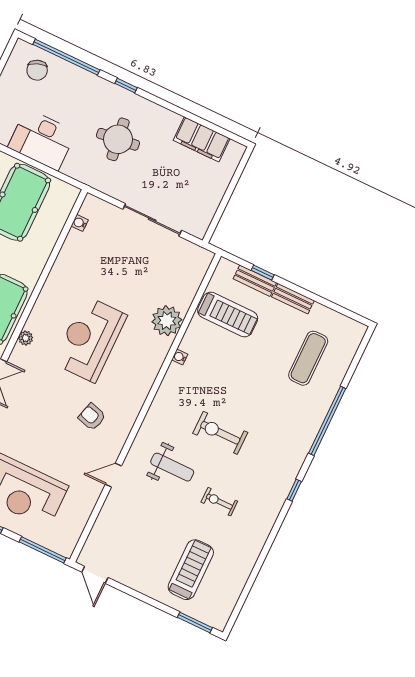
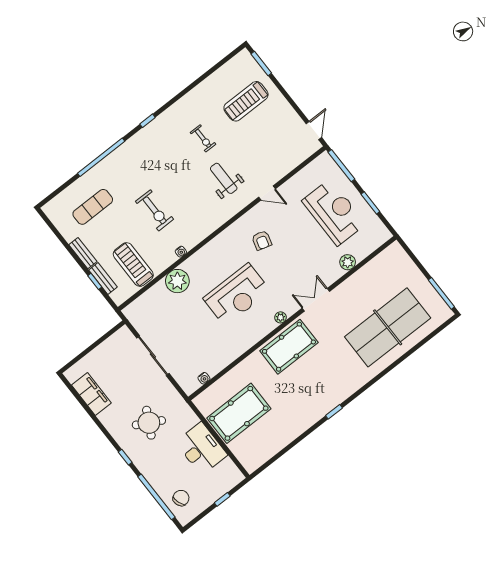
round table: (118, 139) -> (149, 423), turned 35
exercise bike: (220, 433) -> (155, 210), moved

